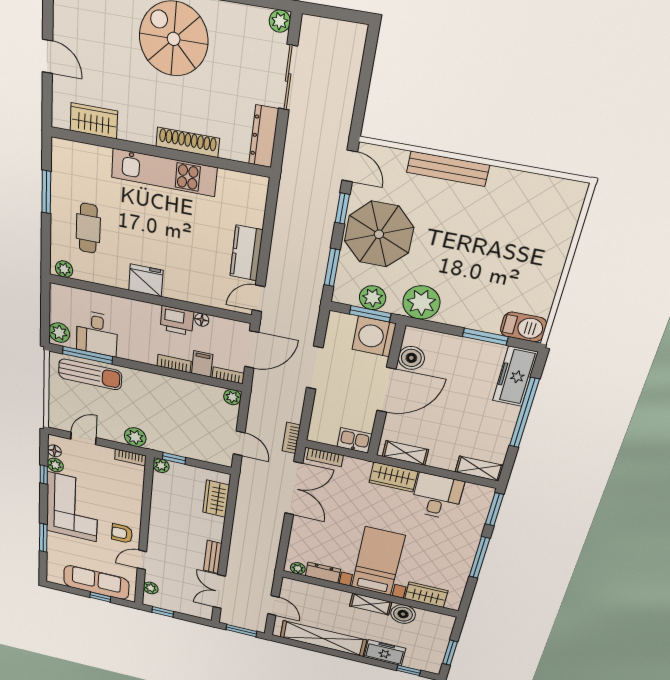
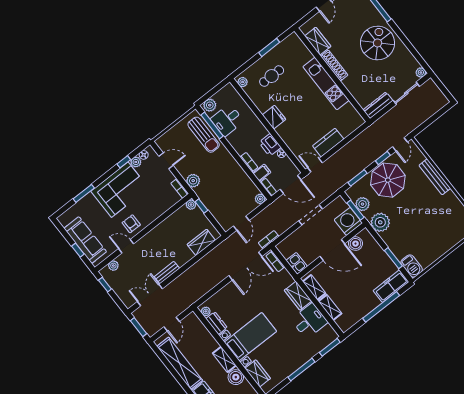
shoe rack: (188, 142) -> (334, 66), moved
shelving: (479, 469) -> (330, 307), moved

